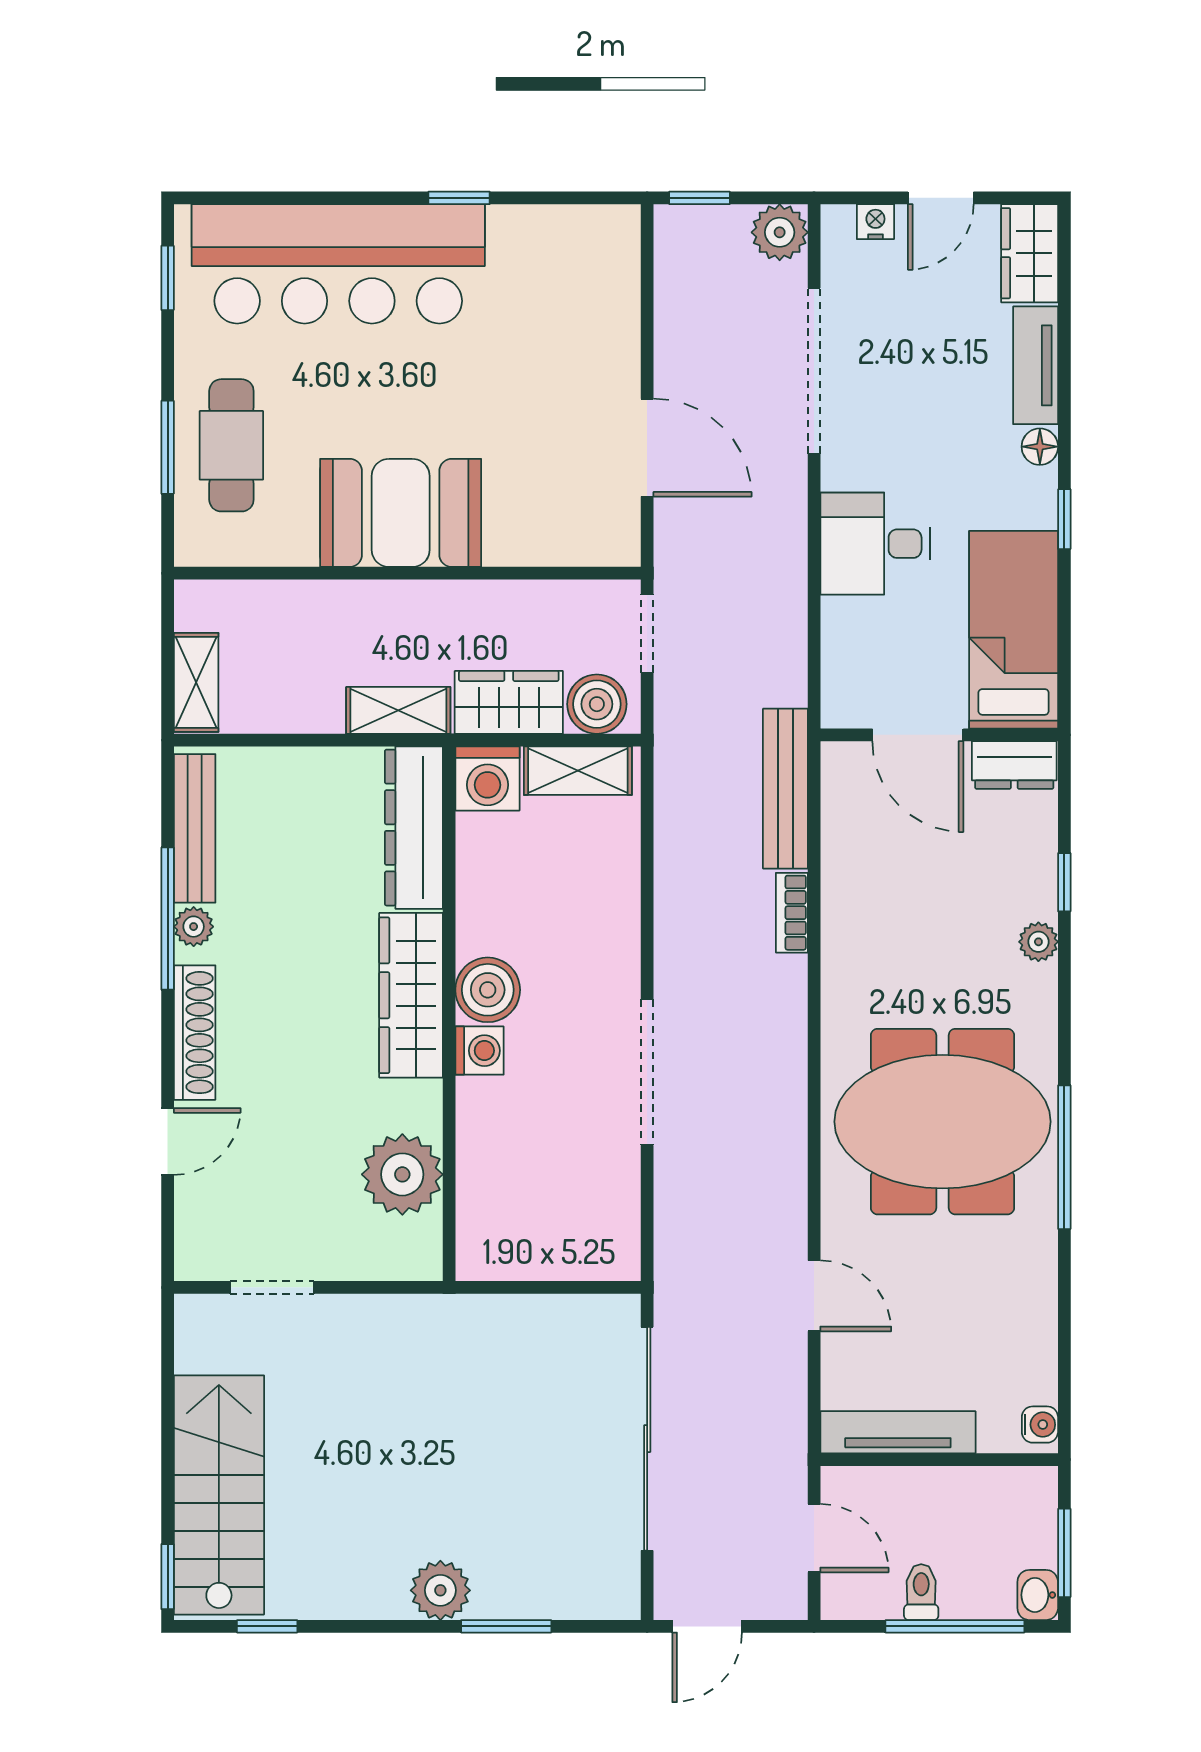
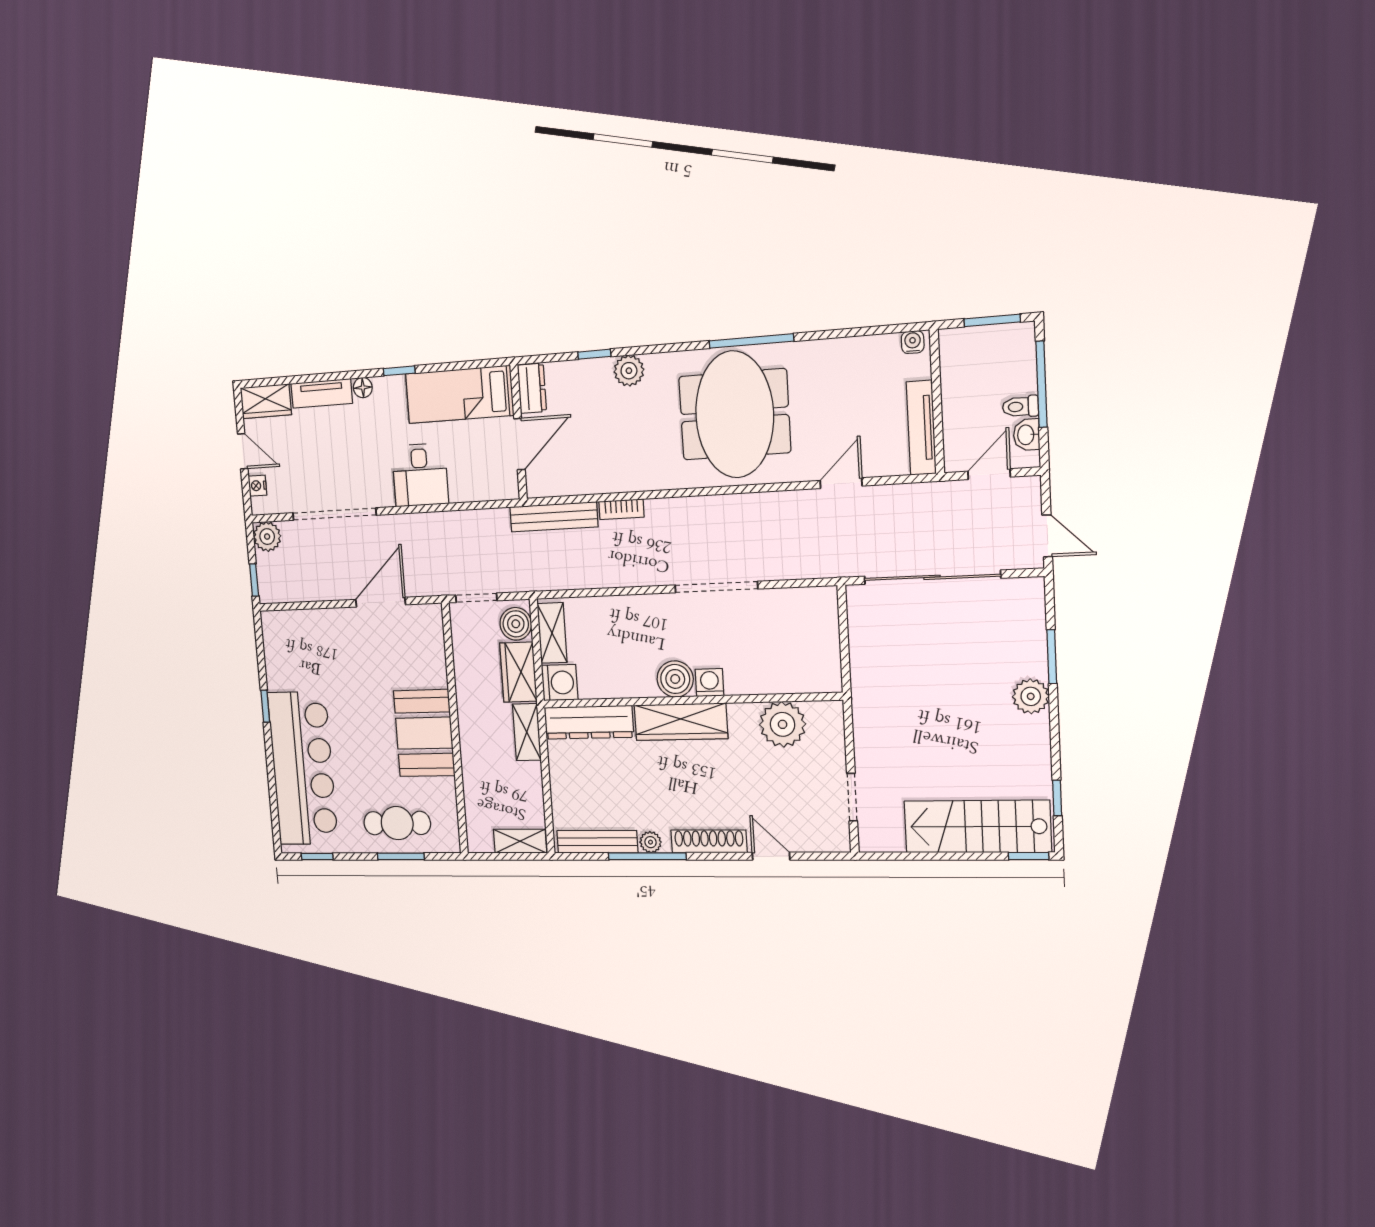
plant: (1038, 942) -> (629, 371), width x1.38, depth x1.38
washbasin: (1038, 1595) -> (1026, 435), moved, turned 90

